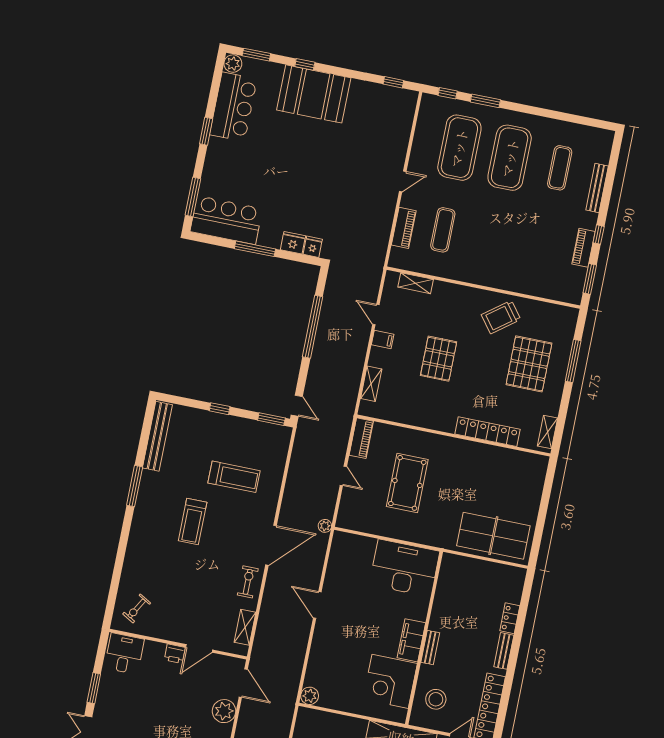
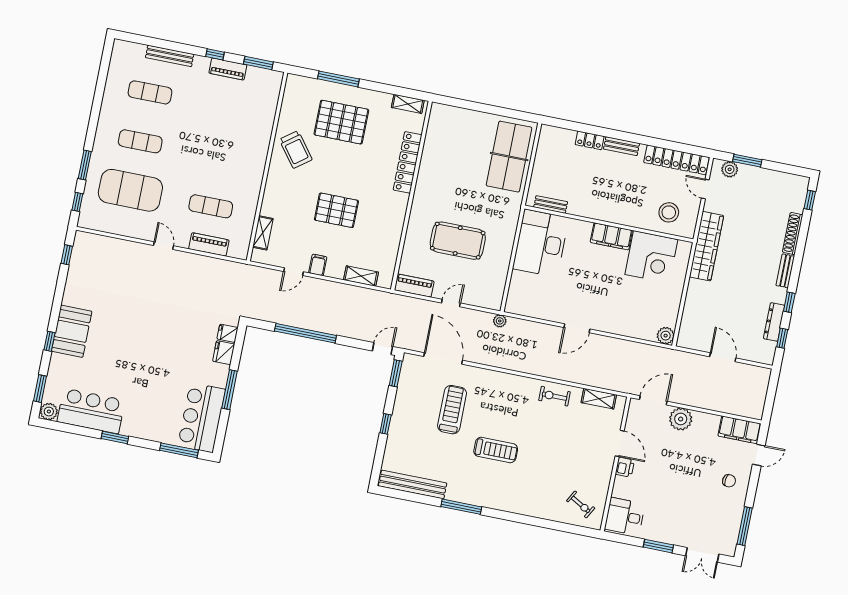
booth: (314, 94) -> (72, 331), width x0.73, depth x0.70
exercise mat: (510, 158) -> (140, 141), width x0.50, depth x0.69
door: (271, 545) -> (443, 358), moved
bench: (430, 648) -> (551, 204), moved

